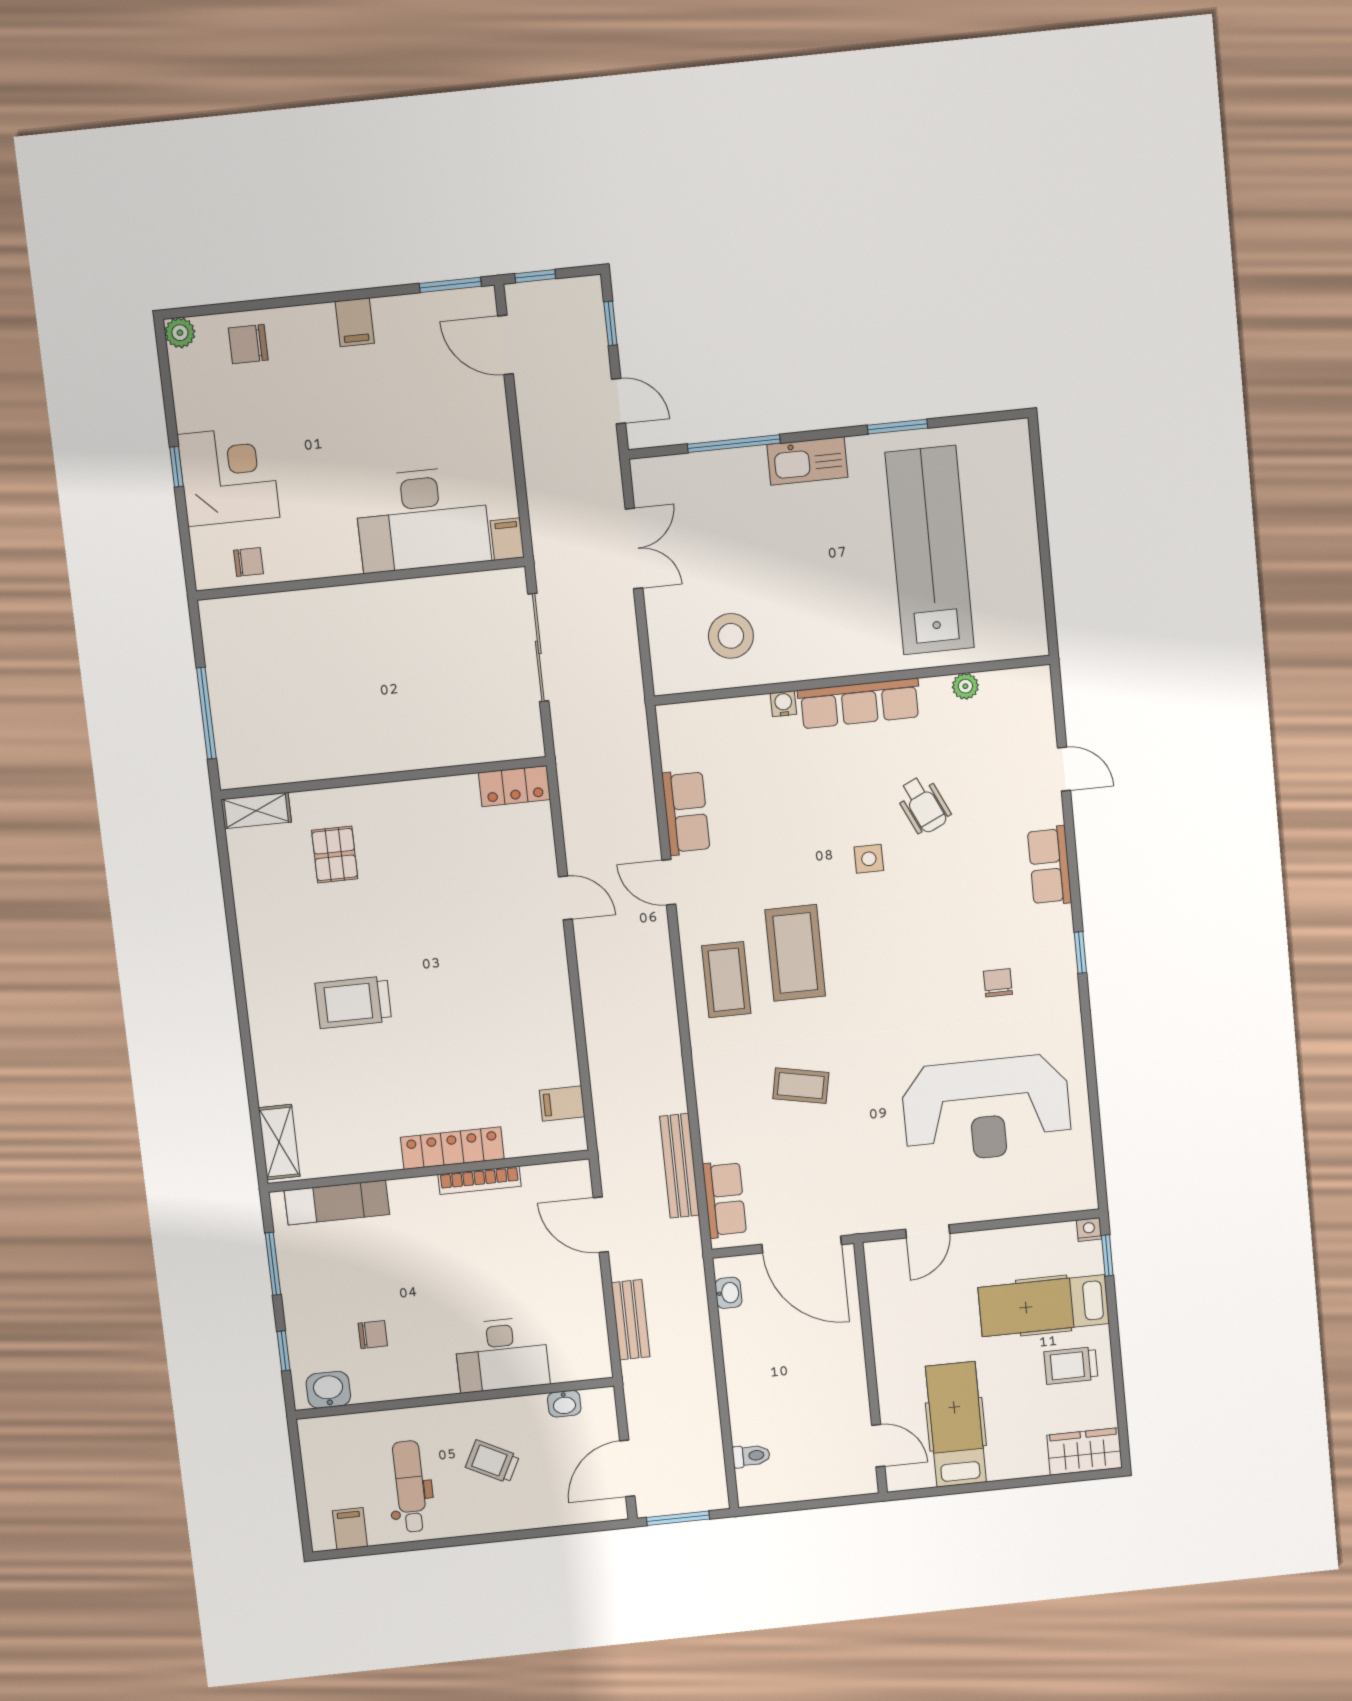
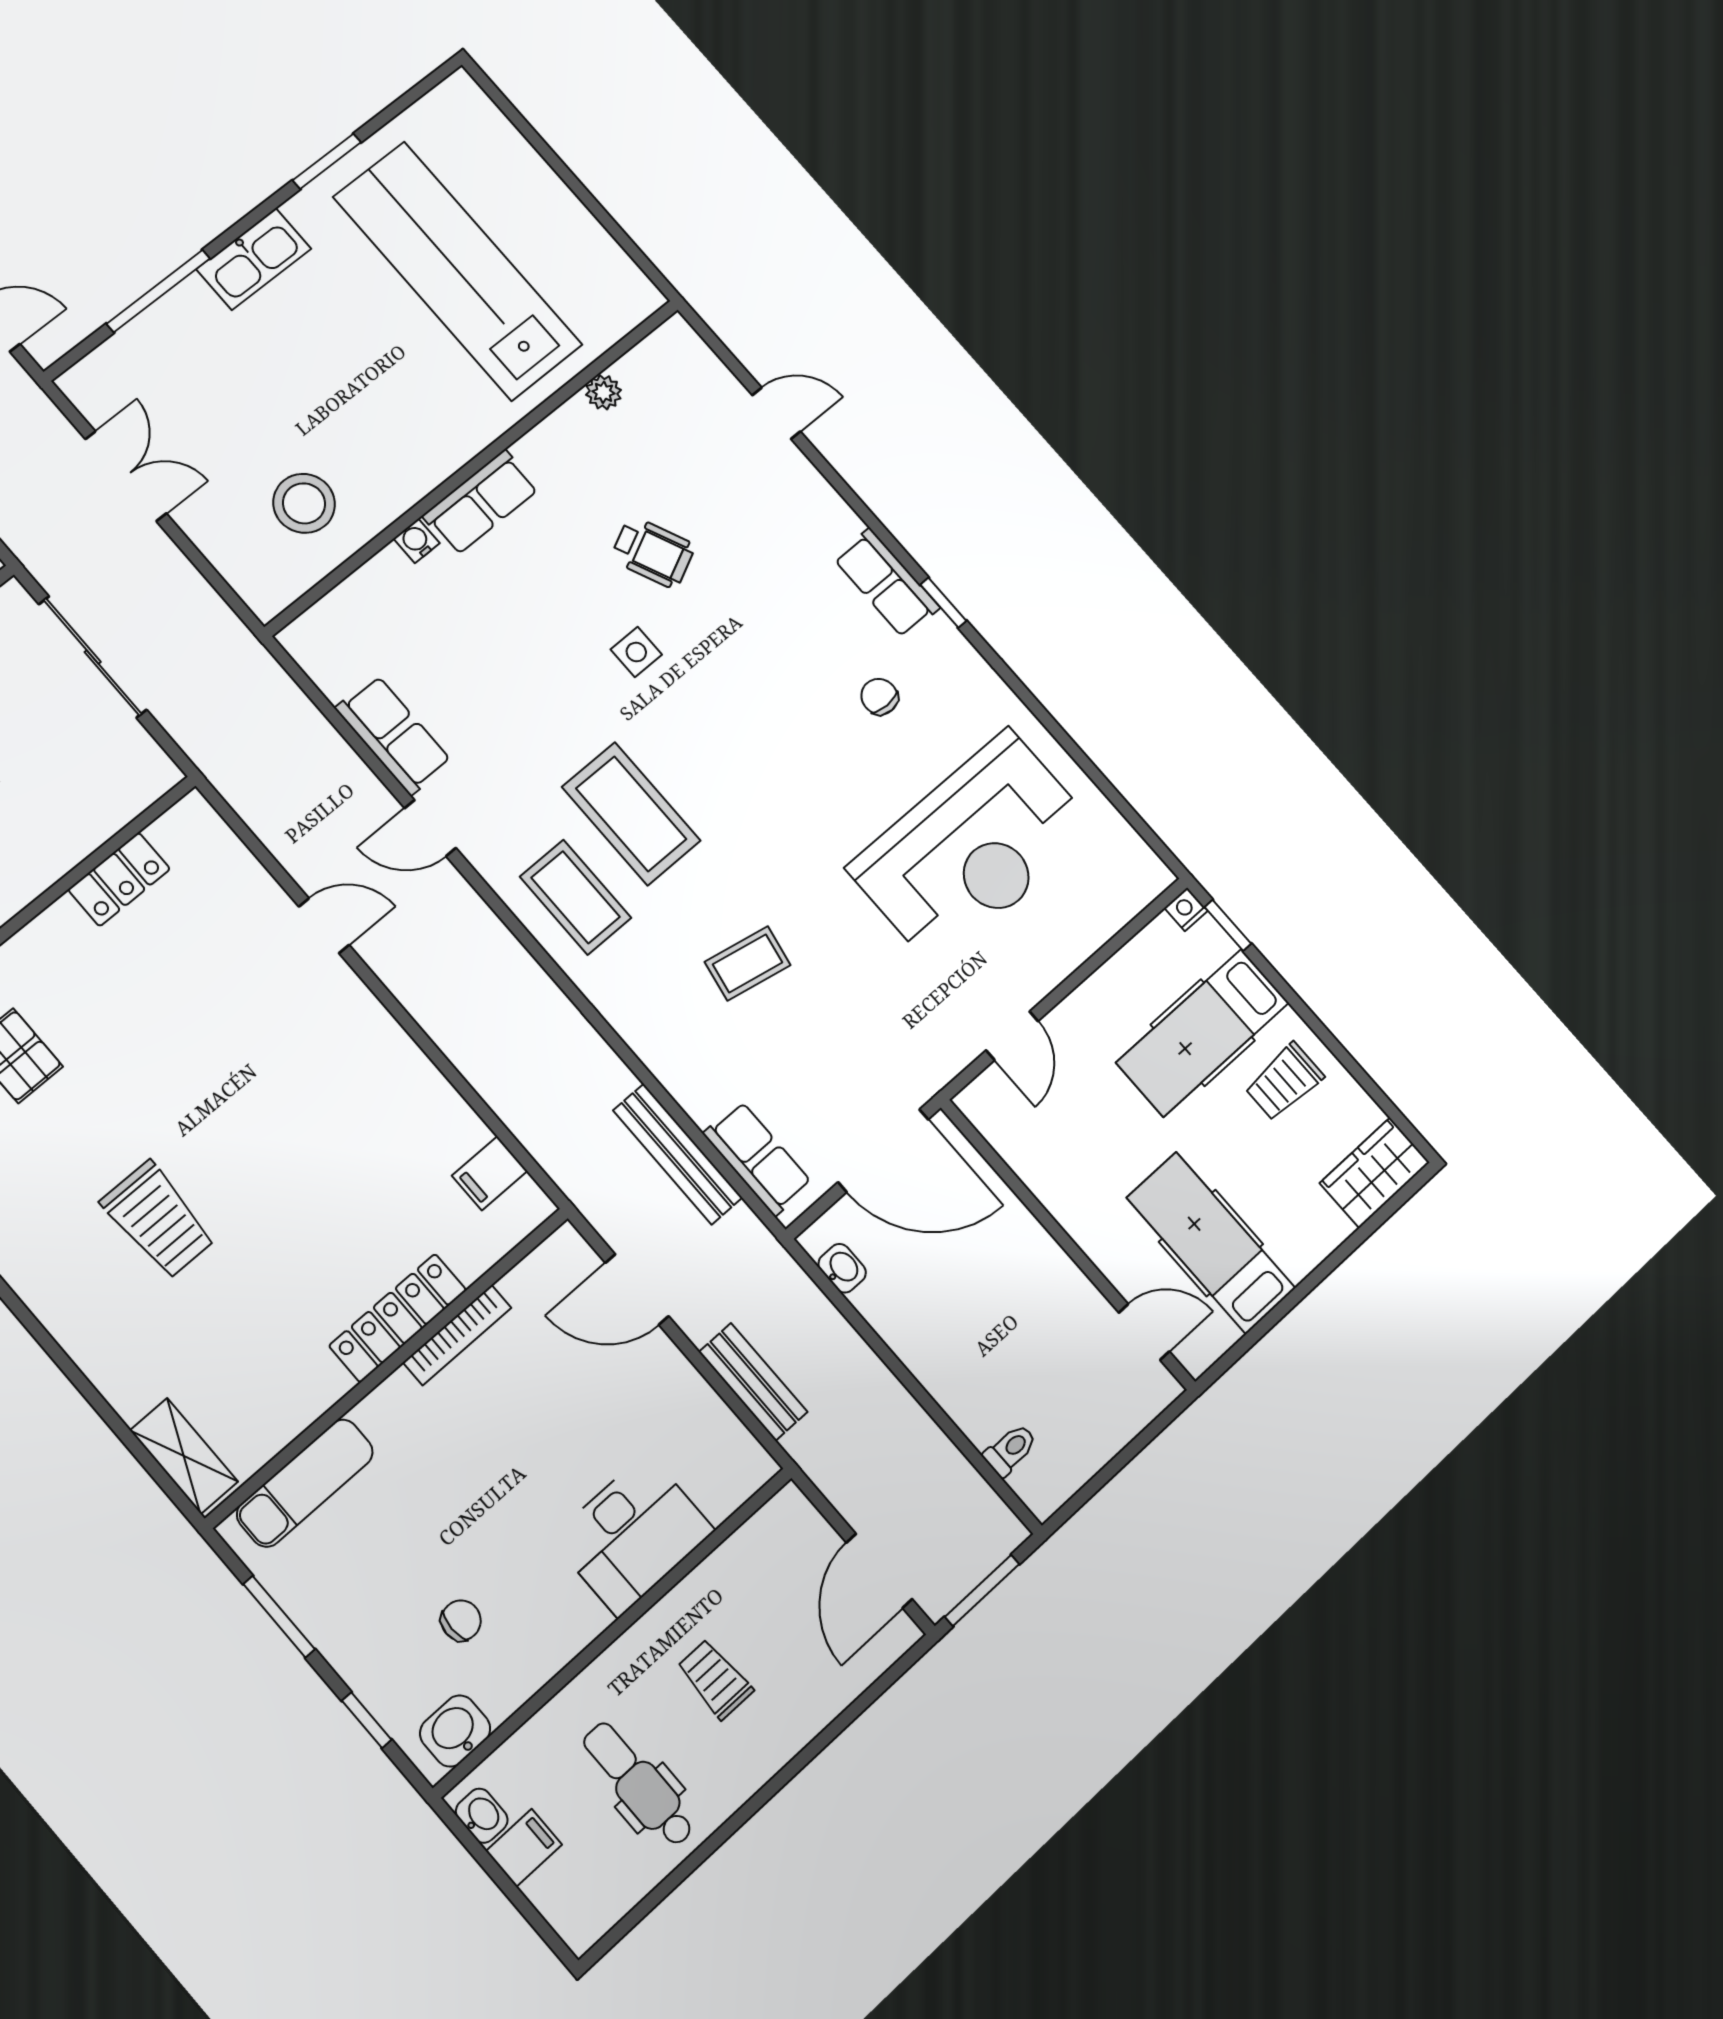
row of seats: (859, 703) -> (481, 502), width x0.68
locker: (514, 786) -> (119, 879), moved
row of seats: (1050, 866) -> (887, 583), moved
trolley: (353, 1002) -> (158, 1220), turned -90
washbasin: (564, 1404) -> (482, 1816), moved, turned -90
trolley: (492, 1462) -> (715, 1679), turned 63
filing cabinet: (350, 1529) -> (524, 1848), moved, turned 90

